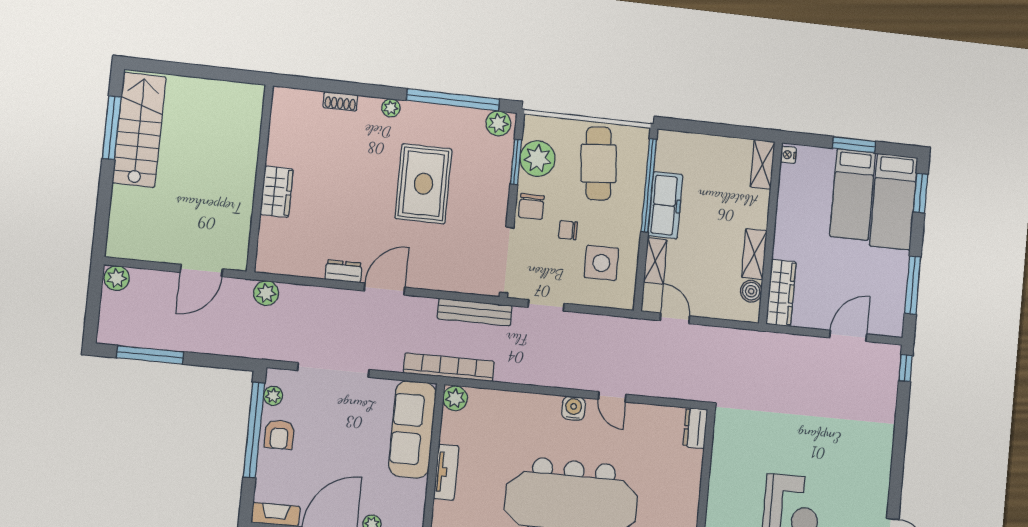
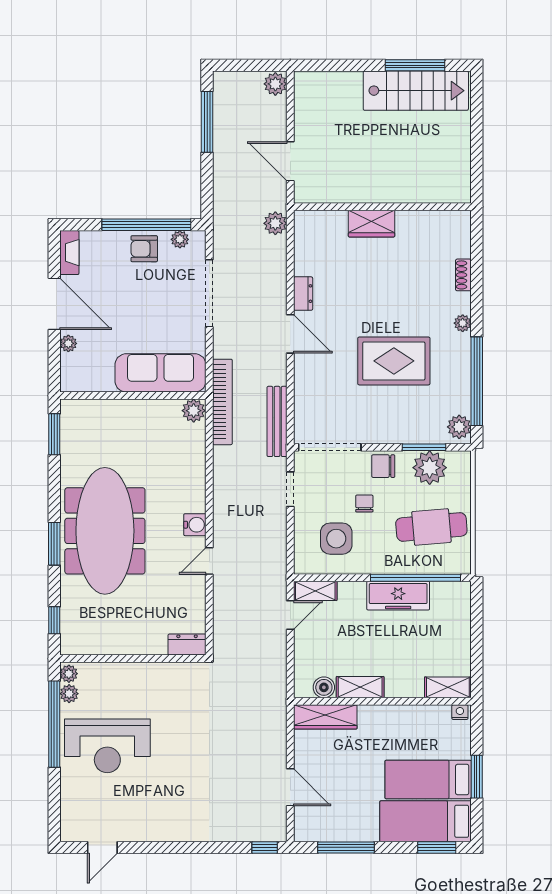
shelving: (655, 261) -> (315, 591), moved
tv unit: (446, 472) -> (123, 409), removed

